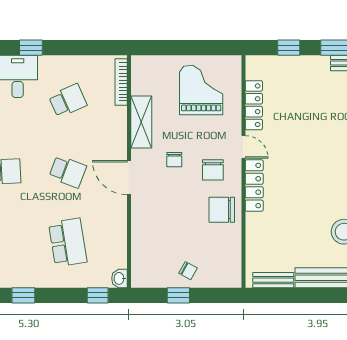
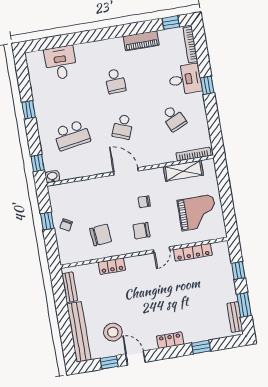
shelving: (141, 122) -> (183, 171), moved
door: (129, 178) -> (126, 171), hinge flipped
locker: (254, 185) -> (112, 266), moved, width x0.66
chair: (222, 210) -> (101, 235), moved, turned 85

